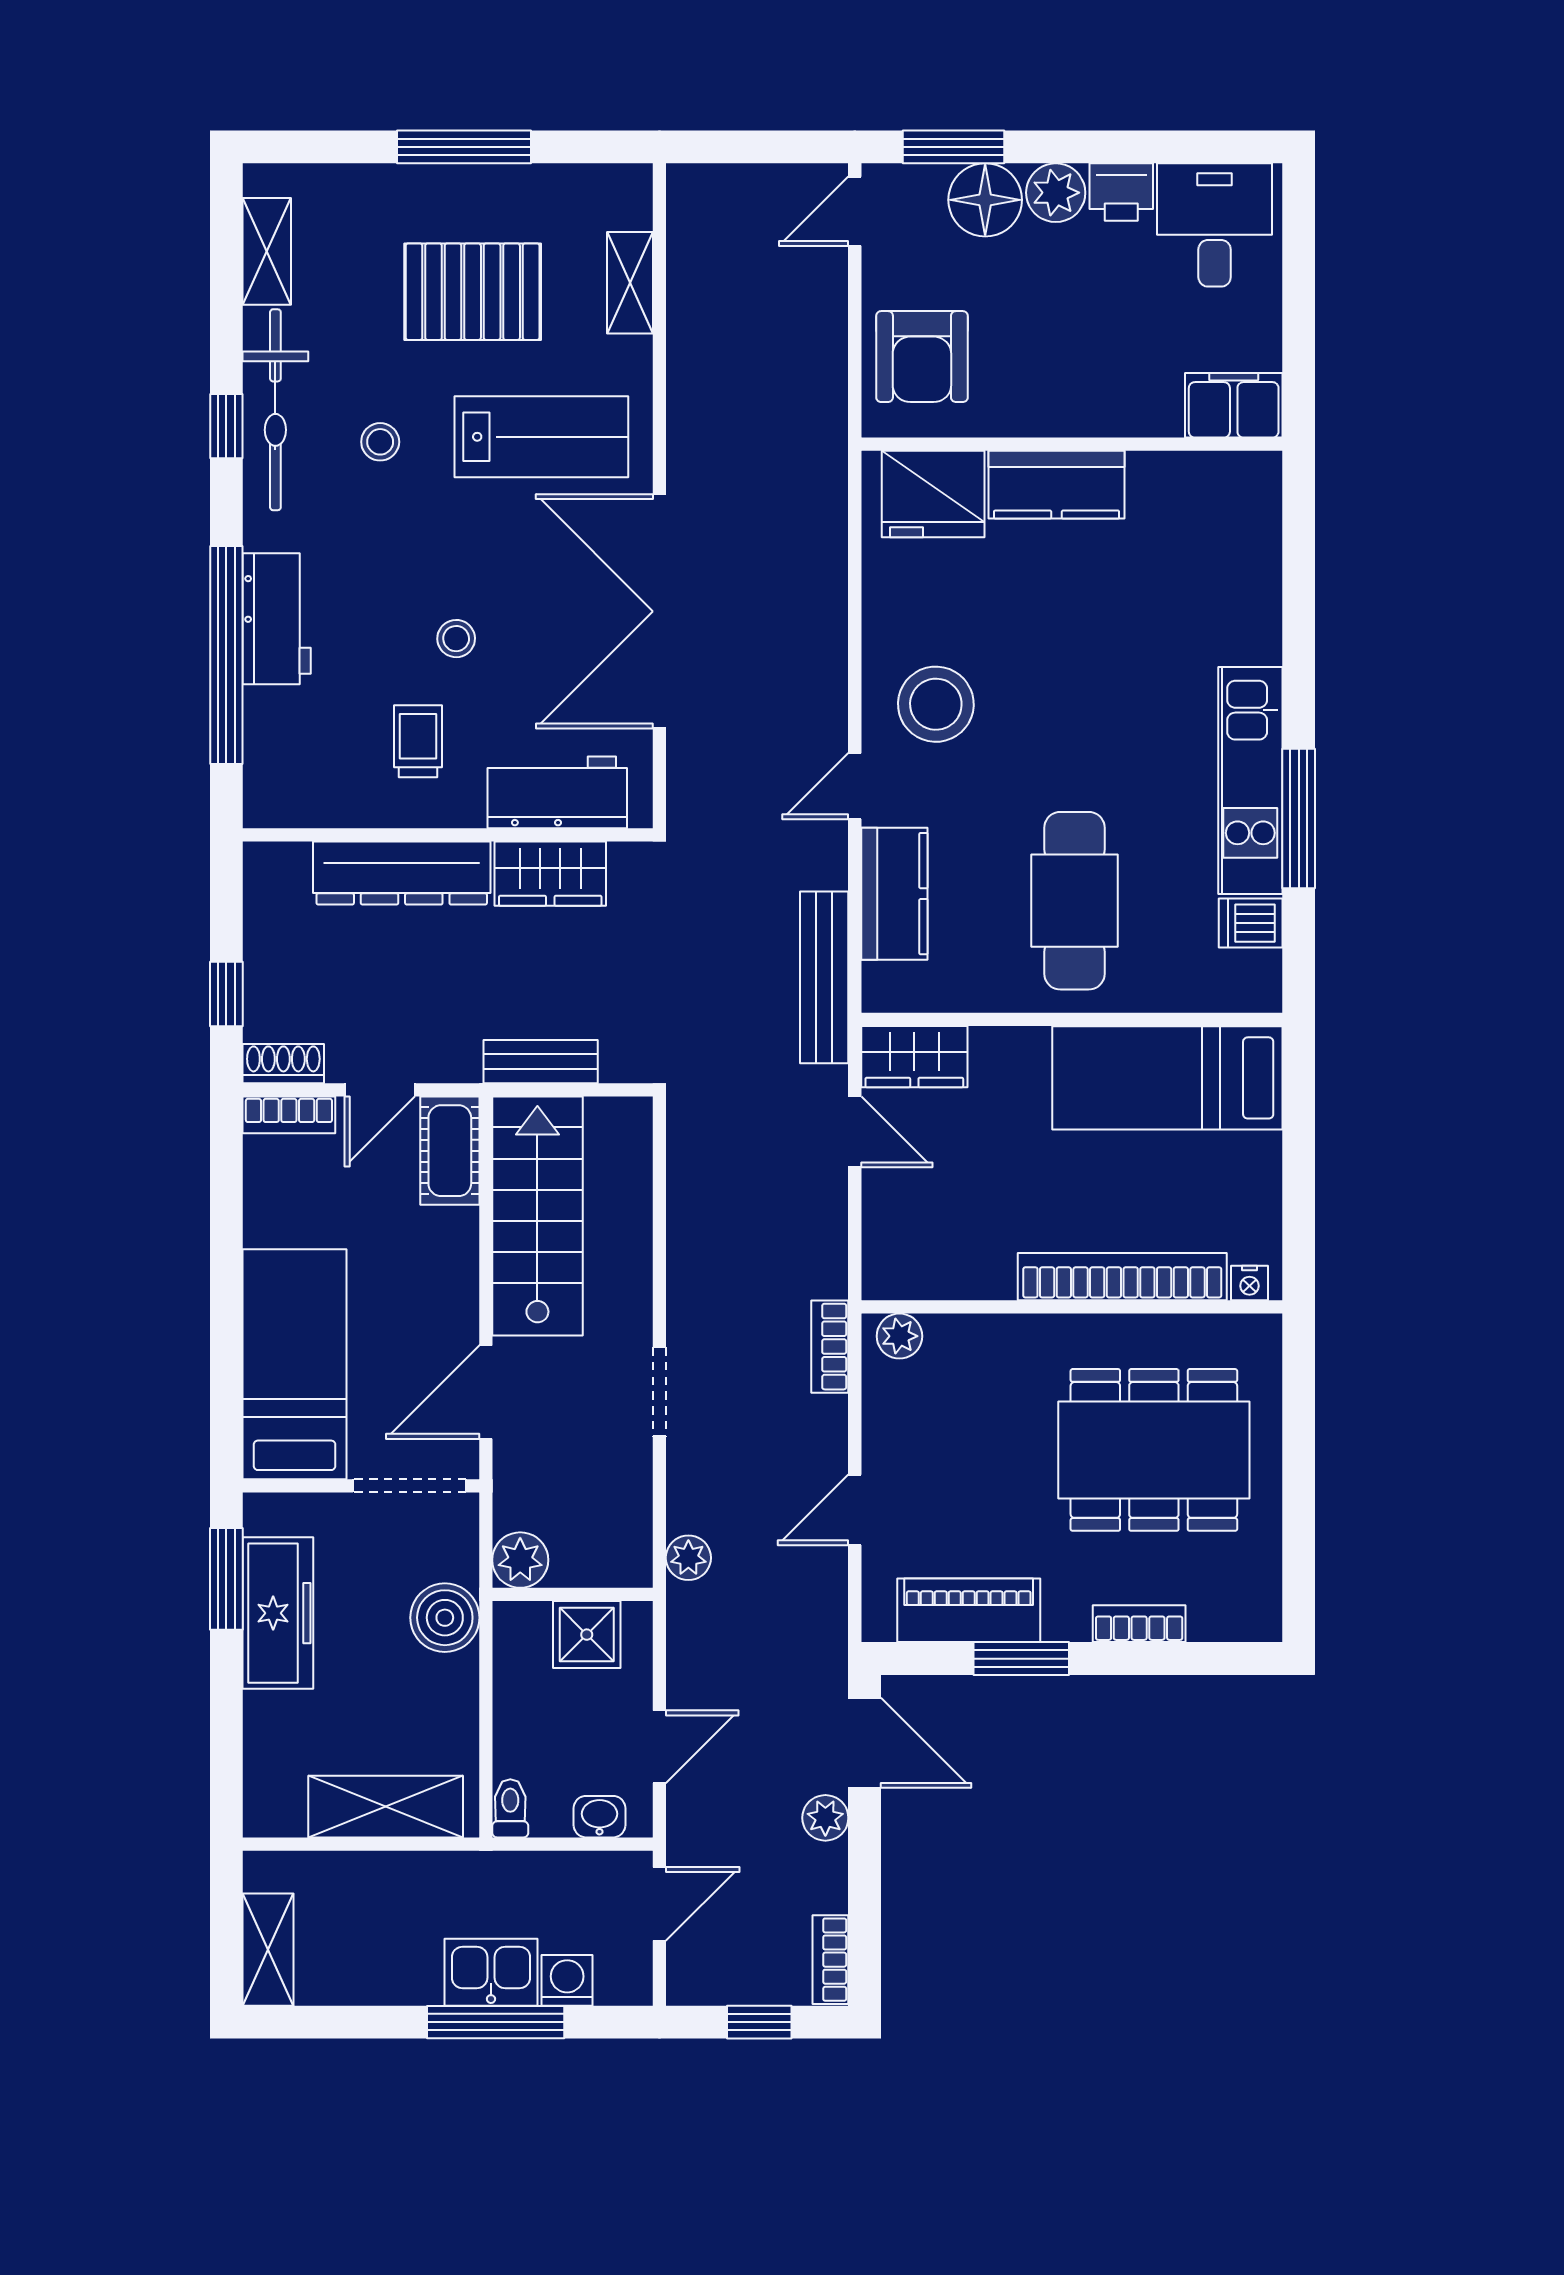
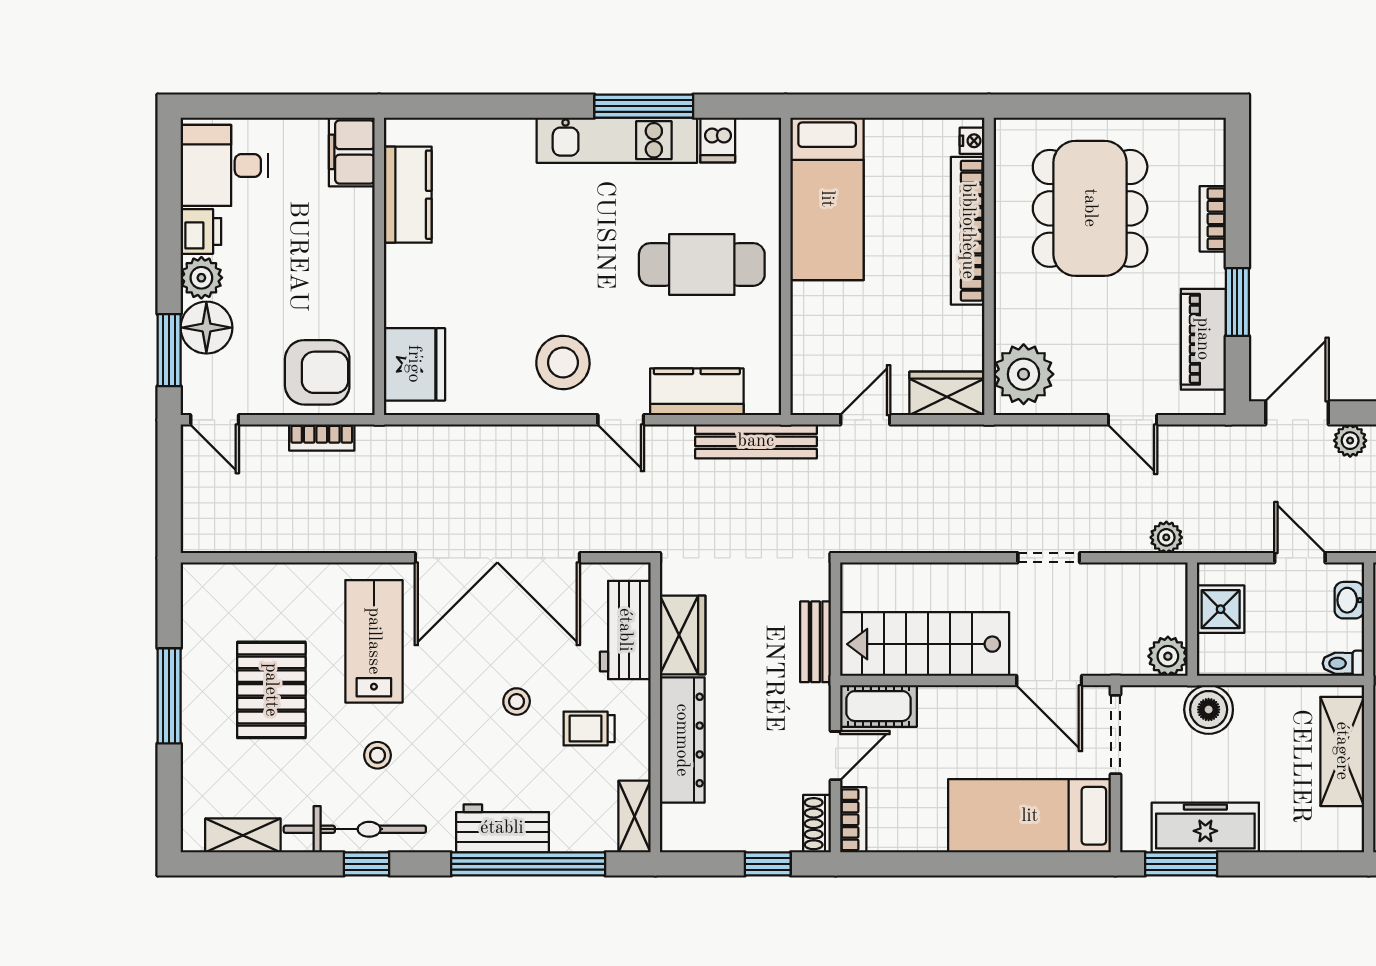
shelving: (630, 283) -> (635, 816), moved, turned 90
kitchen counter: (1057, 485) -> (408, 195), moved
wardrobe: (914, 1057) -> (947, 393), moved, turned -90
door: (380, 1090) -> (836, 756), hinge flipped
plant: (899, 1336) -> (1024, 374), width x1.88, depth x1.88
bookcase: (830, 1347) -> (322, 437), moved

